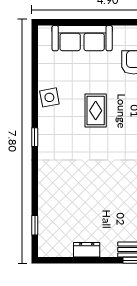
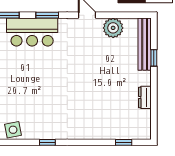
rug: (96, 111) -> (24, 90), removed

